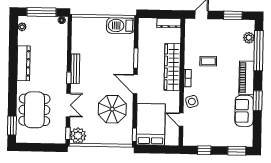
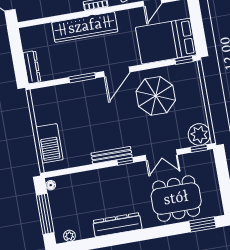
dresser: (169, 23) -> (32, 67), moved
barbecue: (120, 26) -> (49, 143), moved
double door: (68, 105) -> (161, 155), swing flipped

